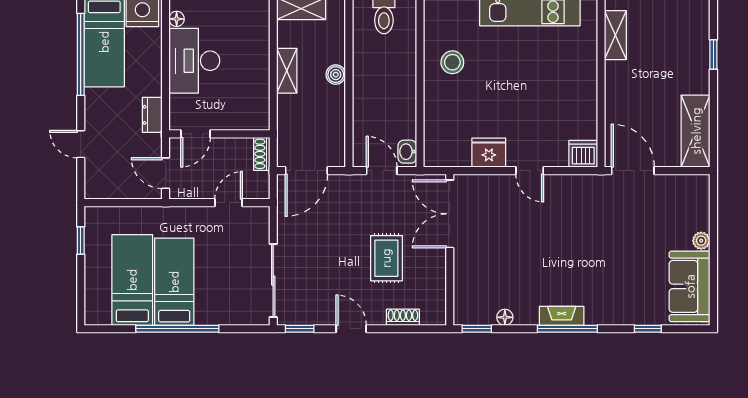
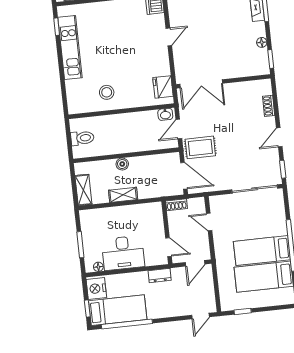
door: (81, 144) -> (200, 316), moved
fridge: (489, 153) -> (163, 87), moved
rug: (386, 258) -> (200, 147), moved

